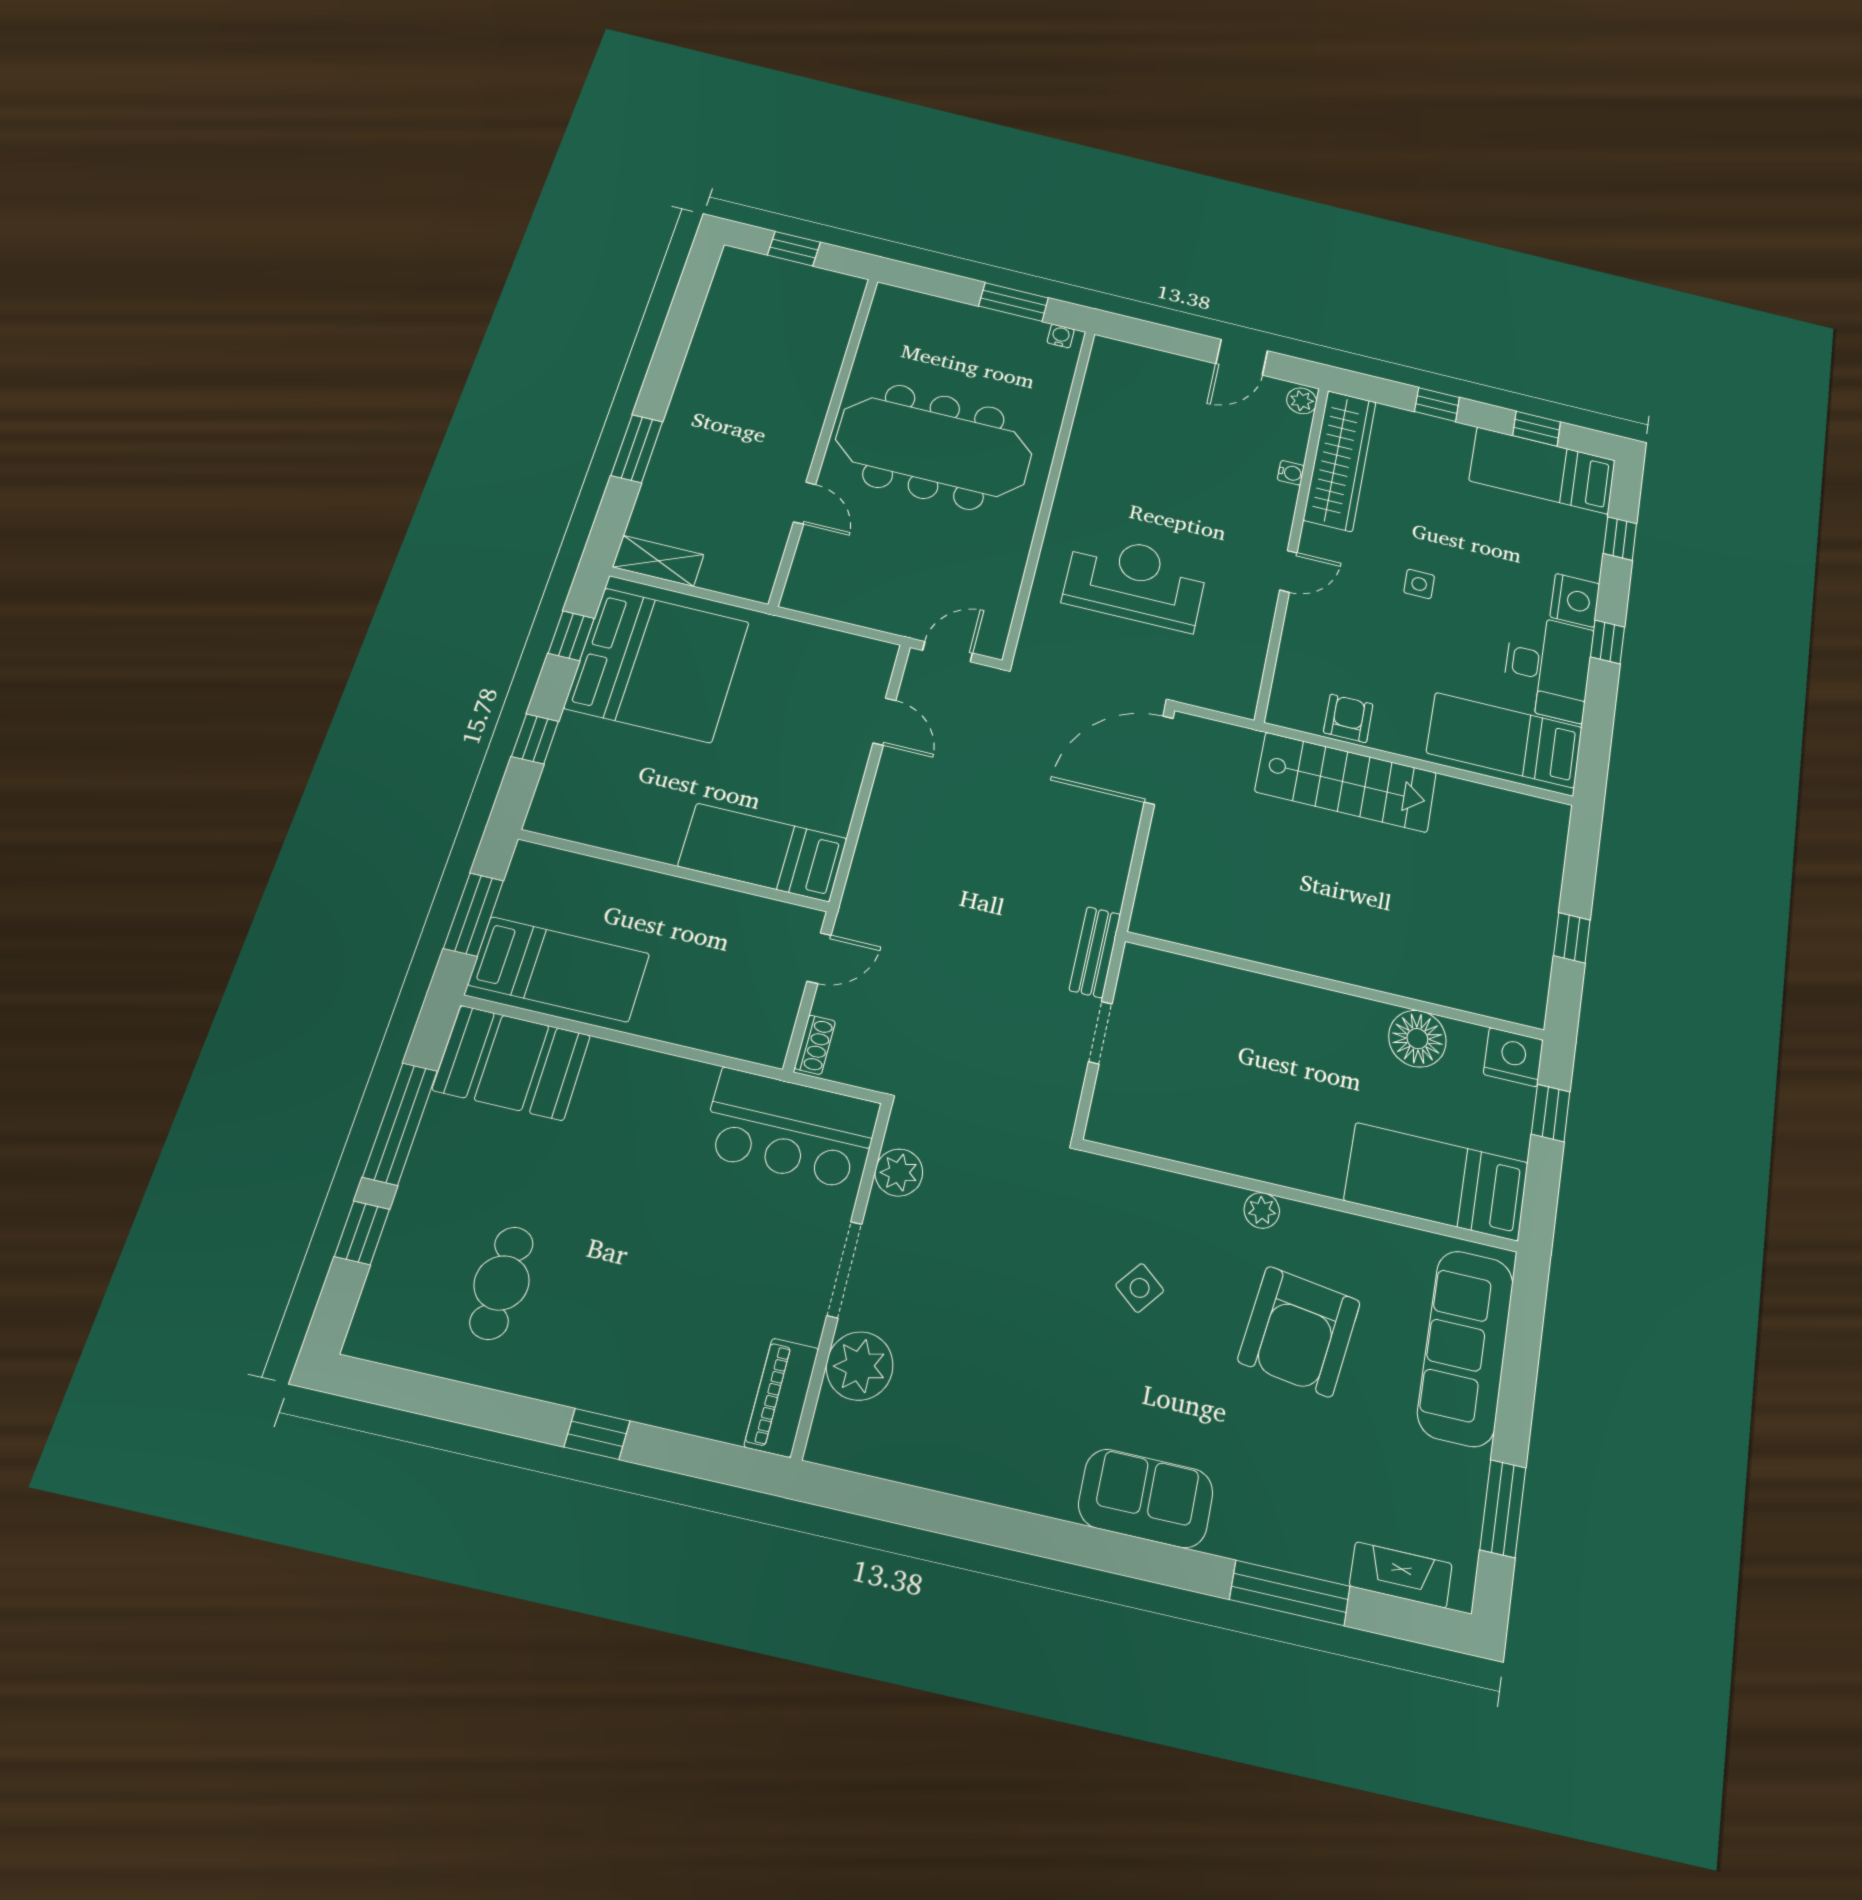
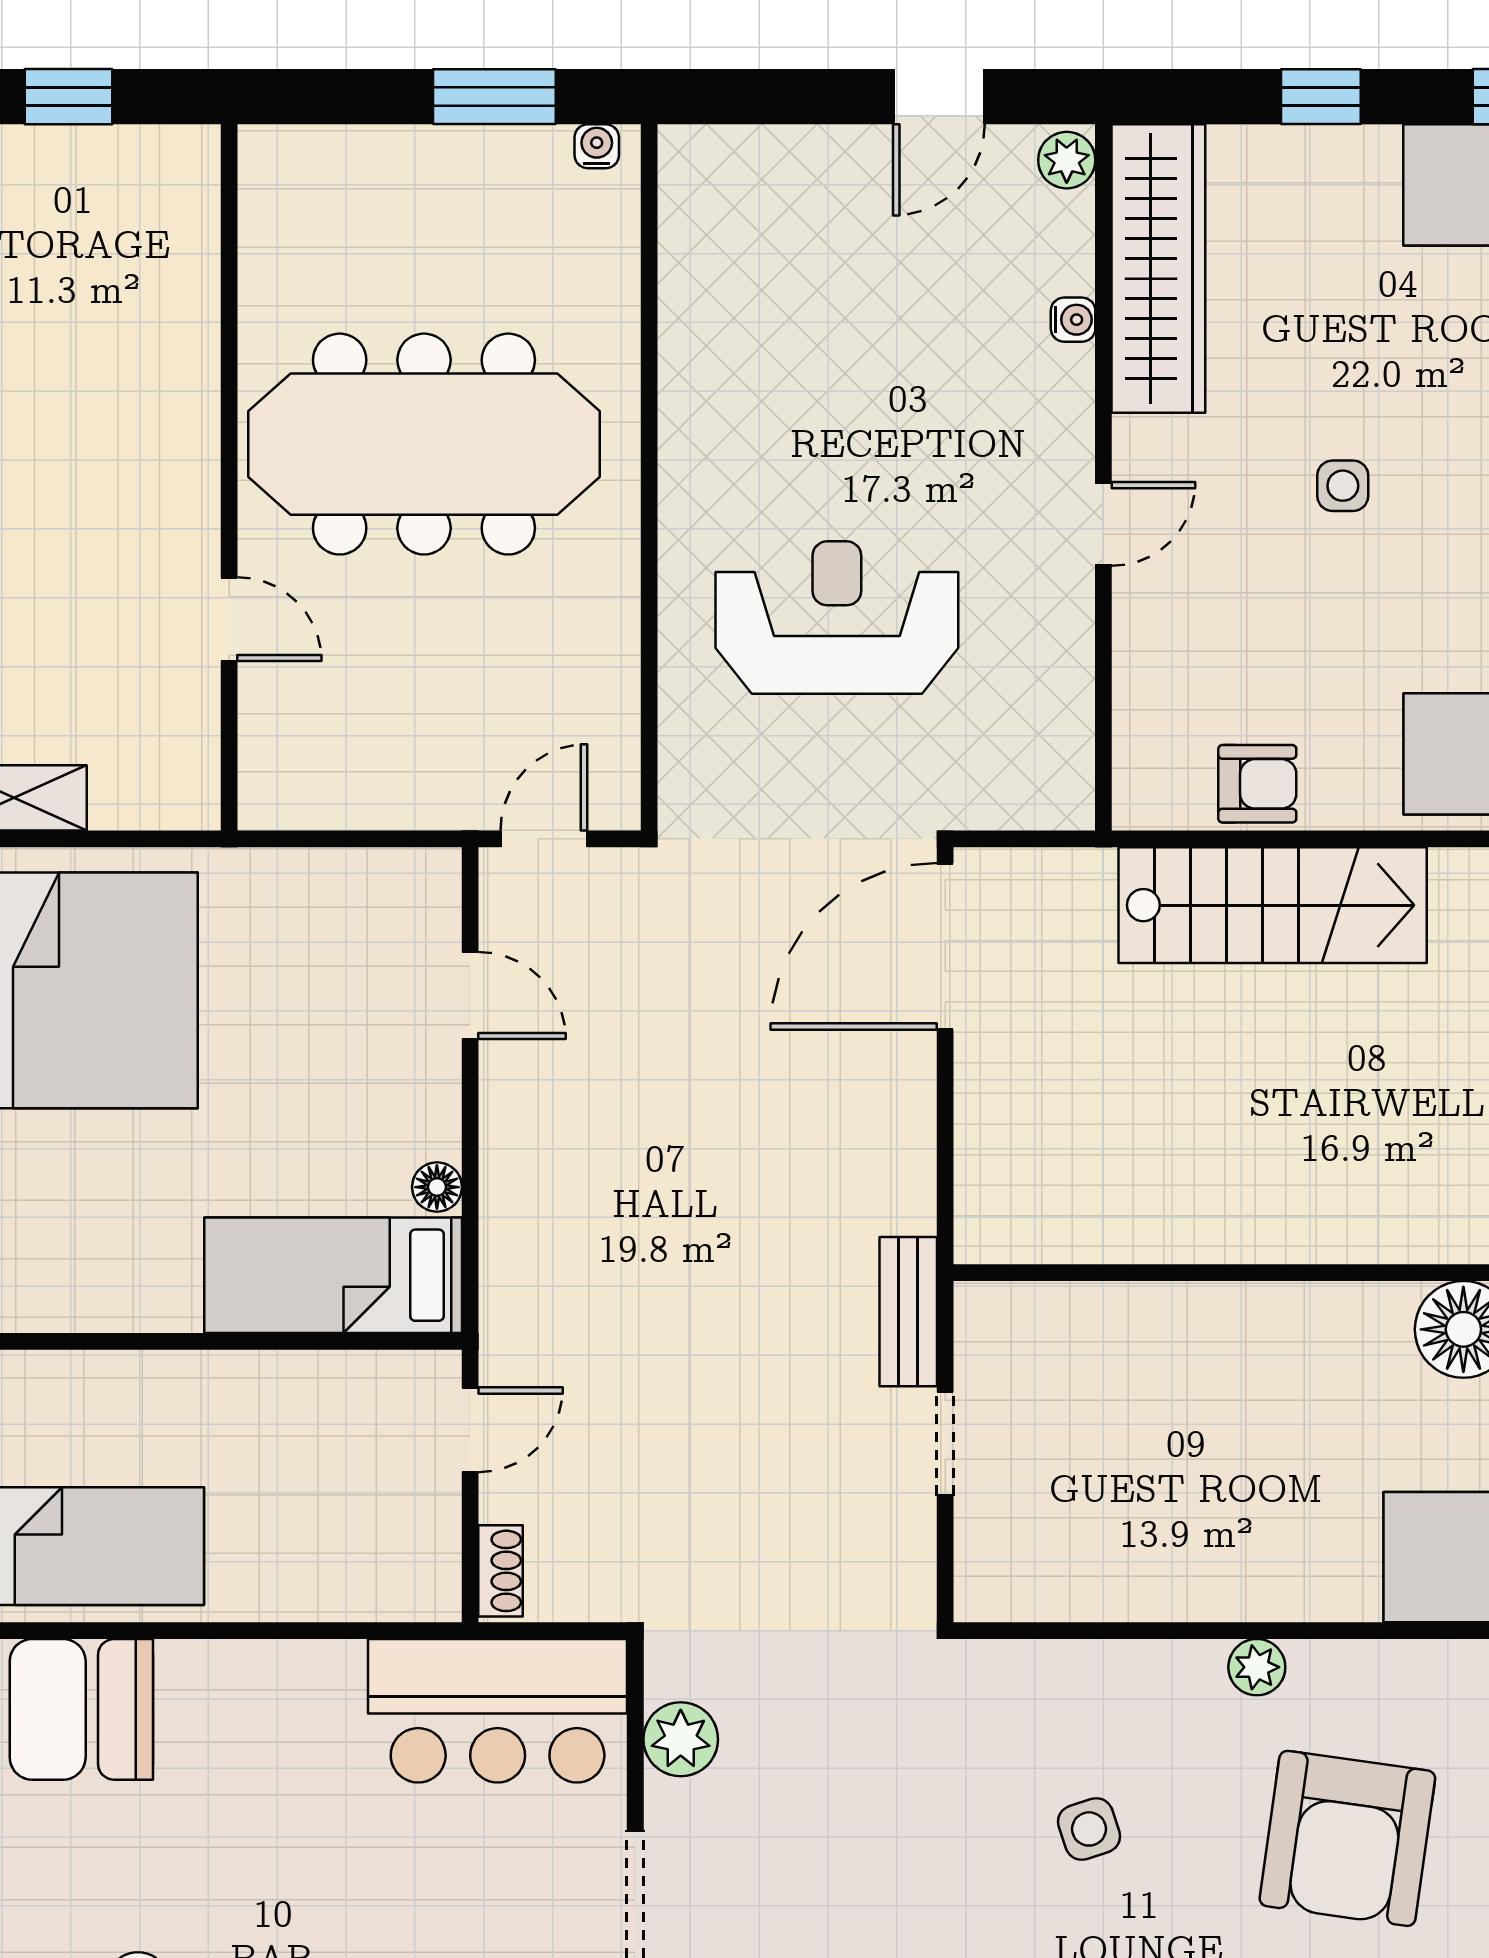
armchair: (1348, 718) -> (1257, 784), turned 90
floor lamp: (837, 819) -> (437, 1187), added
side table: (1140, 1288) -> (1089, 1829), turned 33

